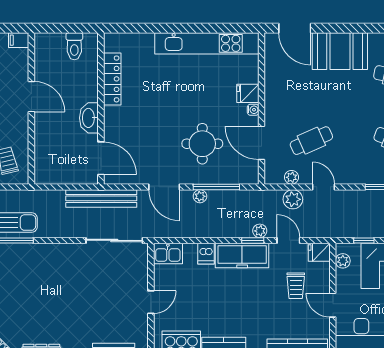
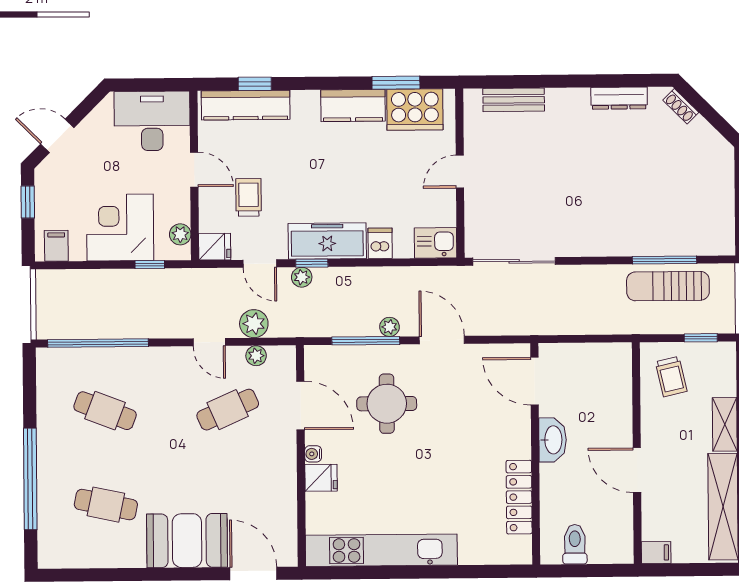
bench: (101, 198) -> (534, 322), removed

